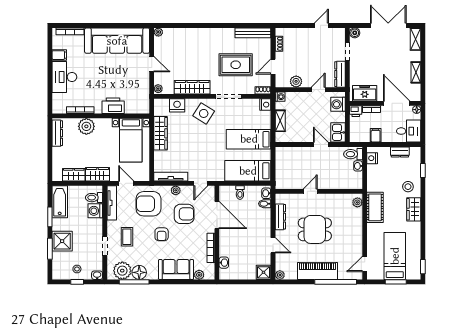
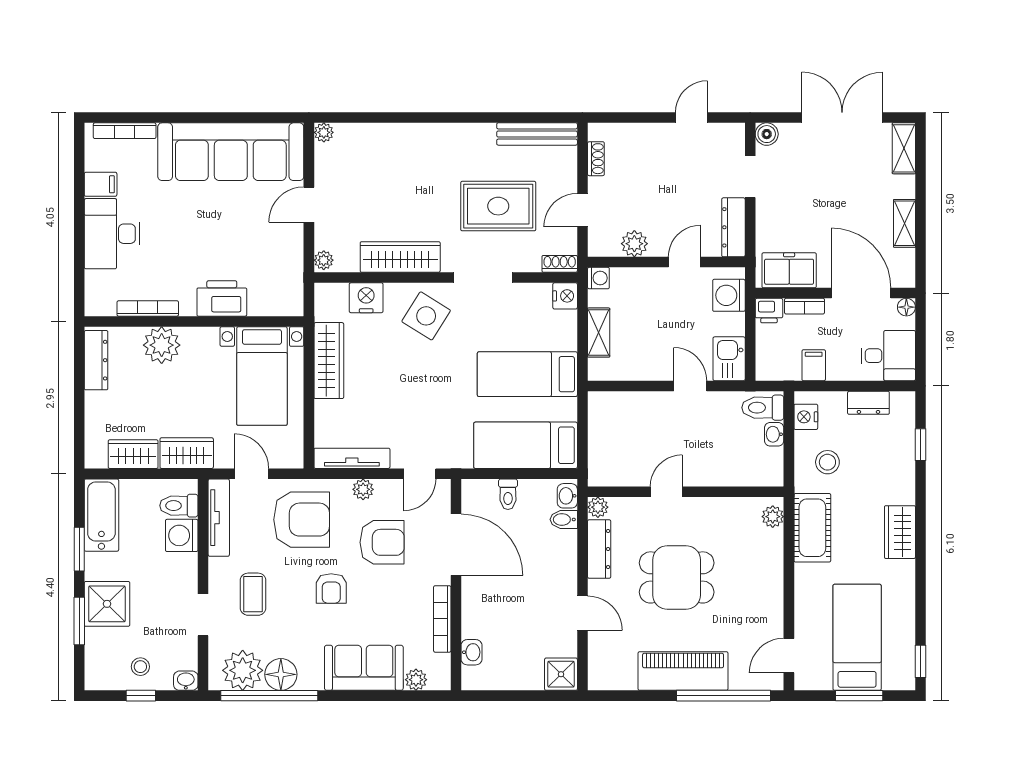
door: (152, 64) -> (309, 205), swing flipped
stool: (408, 187) -> (827, 462), moved
armchair: (148, 204) -> (302, 520), turned 180
plant: (280, 275) -> (598, 507), moved
window: (134, 282) -> (269, 696), width x1.46

